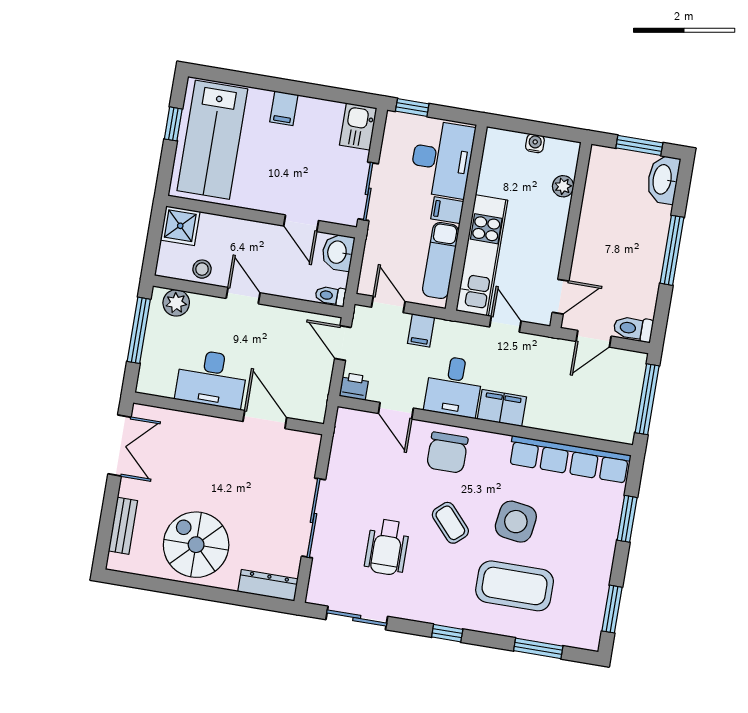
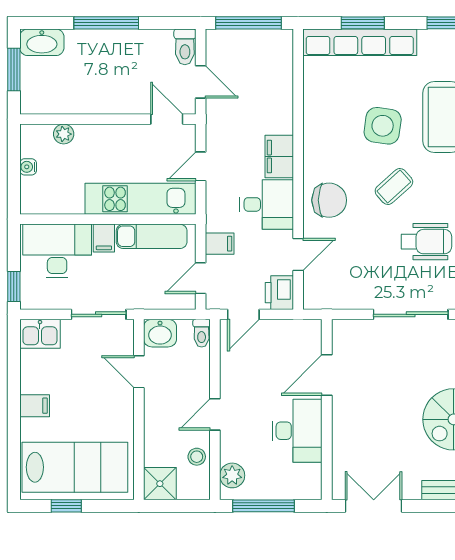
door: (301, 223) -> (139, 372), swing flipped
printer: (354, 386) -> (279, 293), width x1.36, depth x1.24
row of seats: (569, 459) -> (360, 42), moved, turned 90

